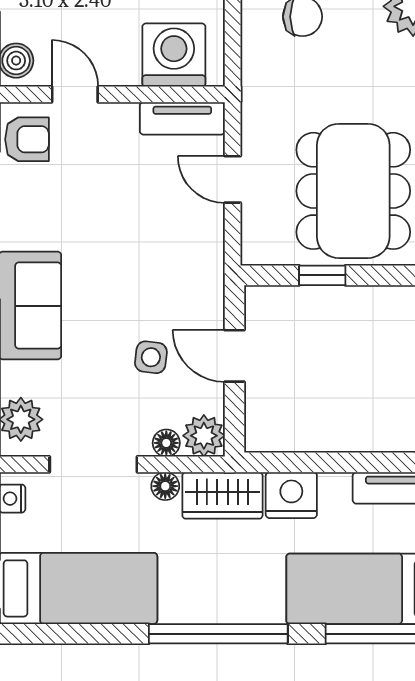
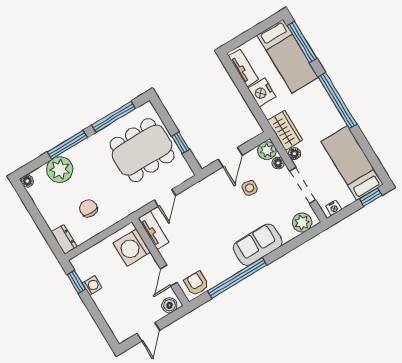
nightstand: (291, 495) -> (262, 92), moved

